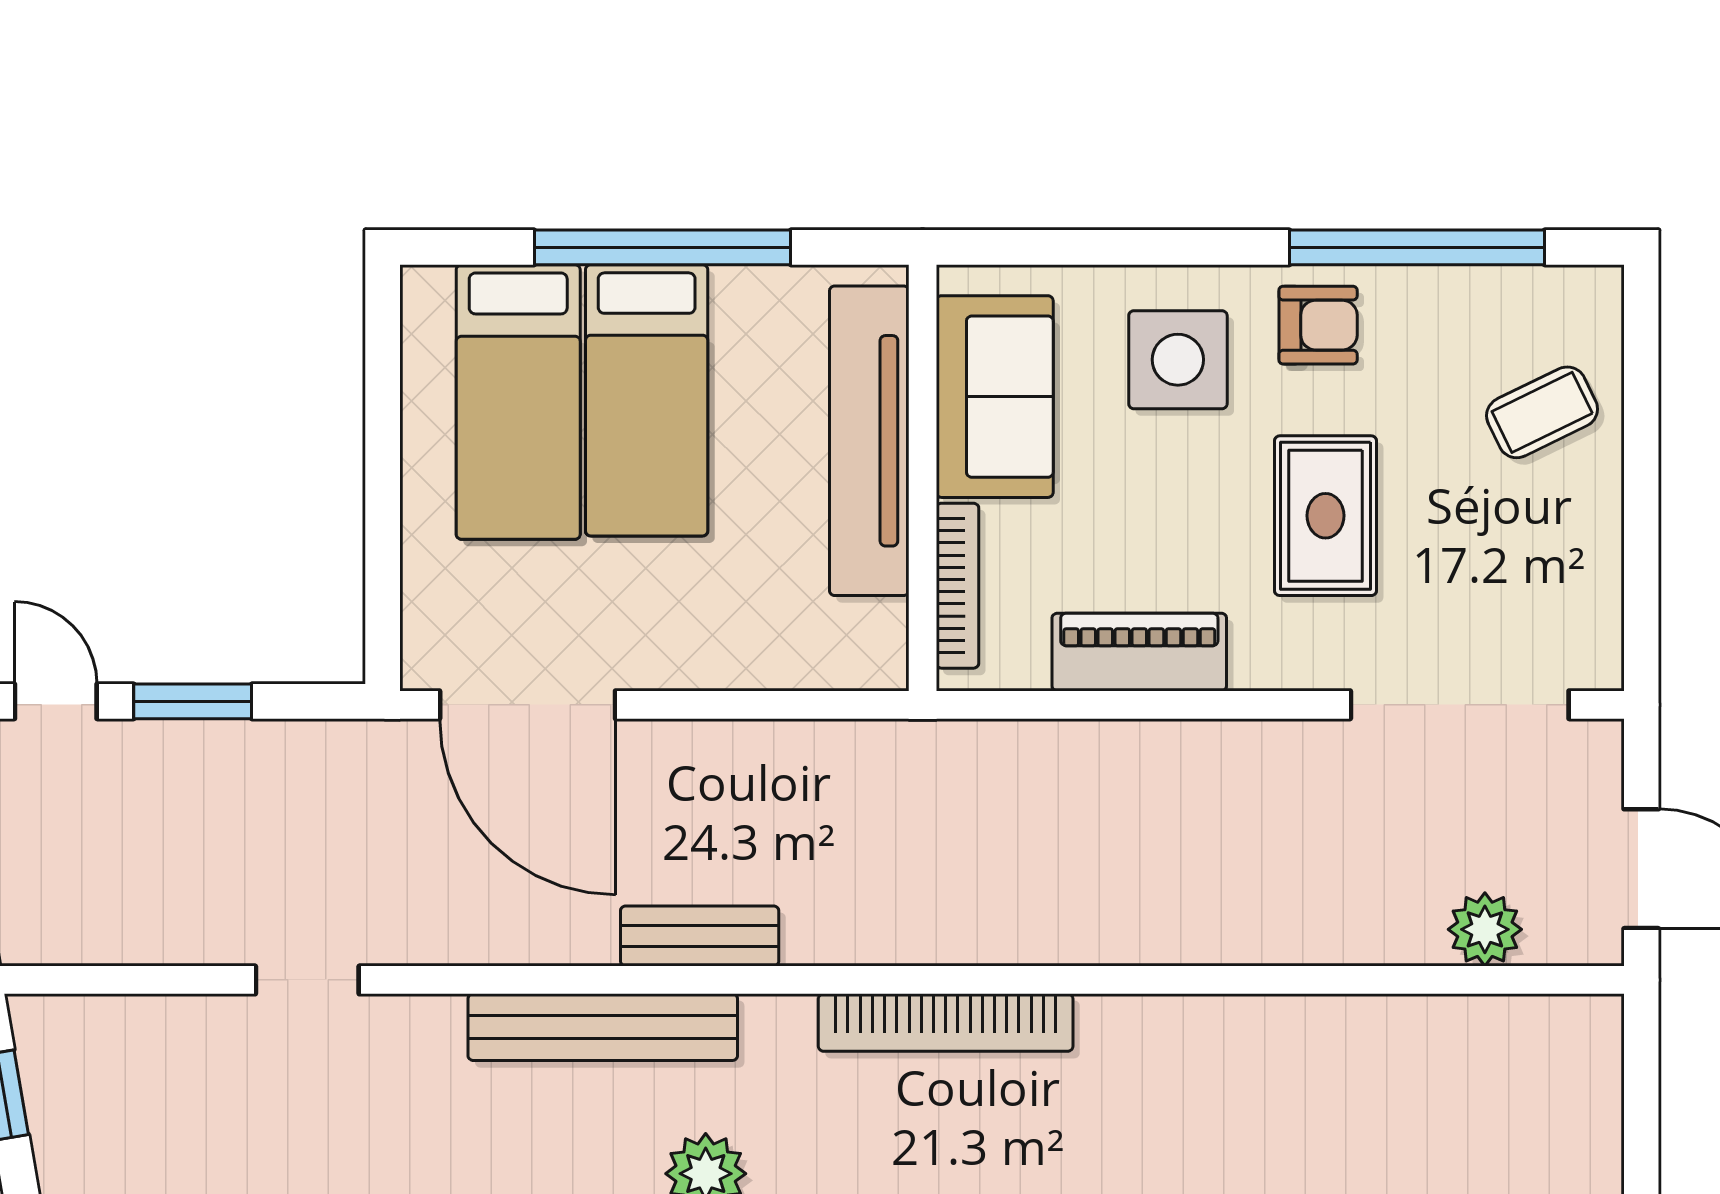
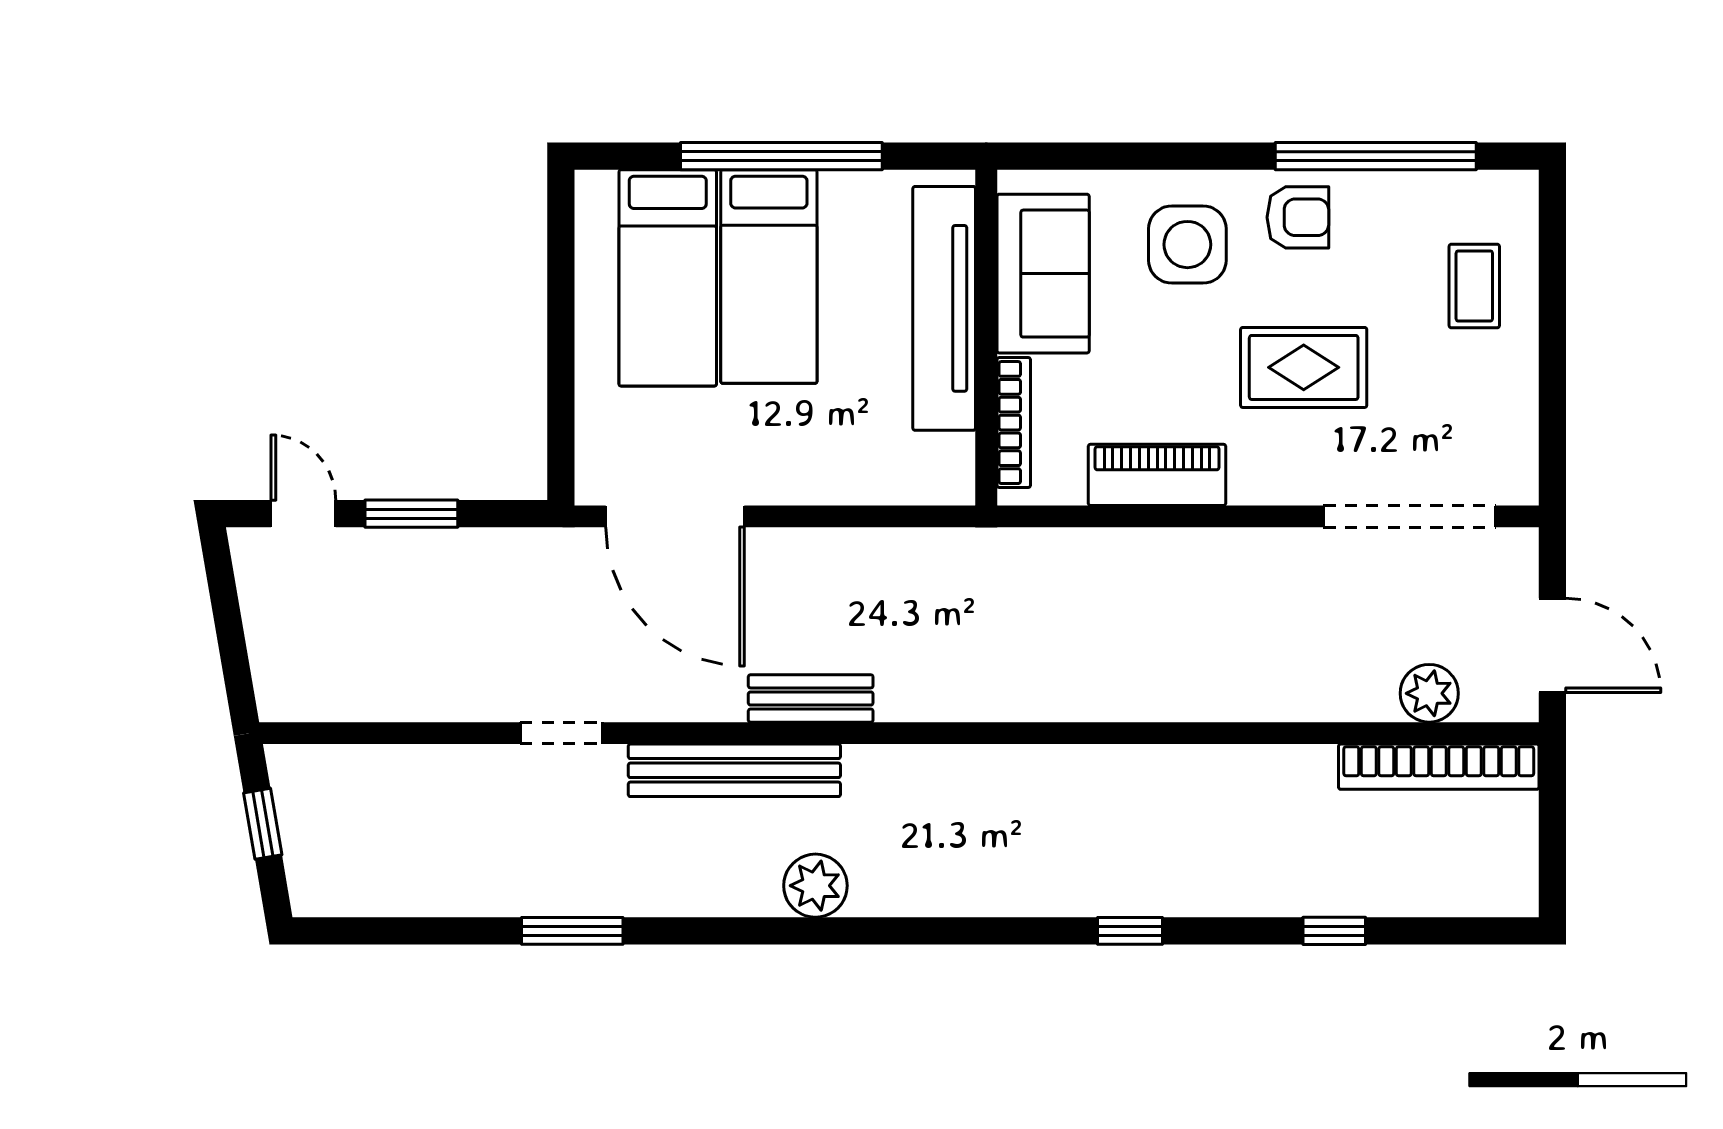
coffee table: (1542, 412) -> (1474, 286), turned -64
rug: (1326, 516) -> (1304, 367), turned 90
doorway: (307, 980) -> (561, 733), moved
bookcase: (946, 1023) -> (1439, 767), moved

